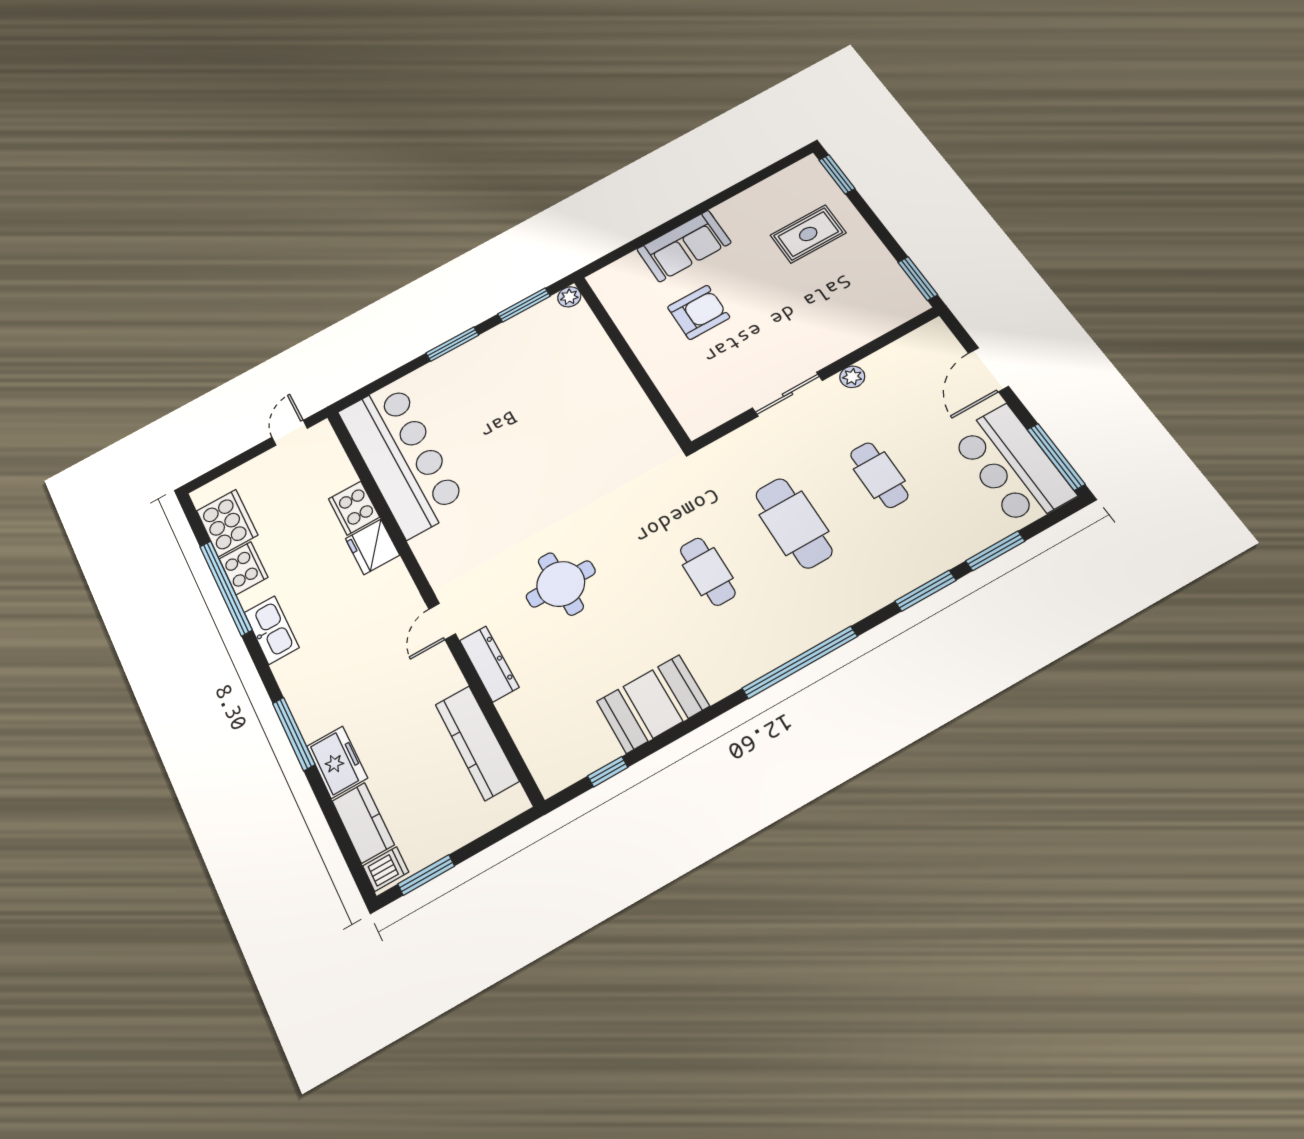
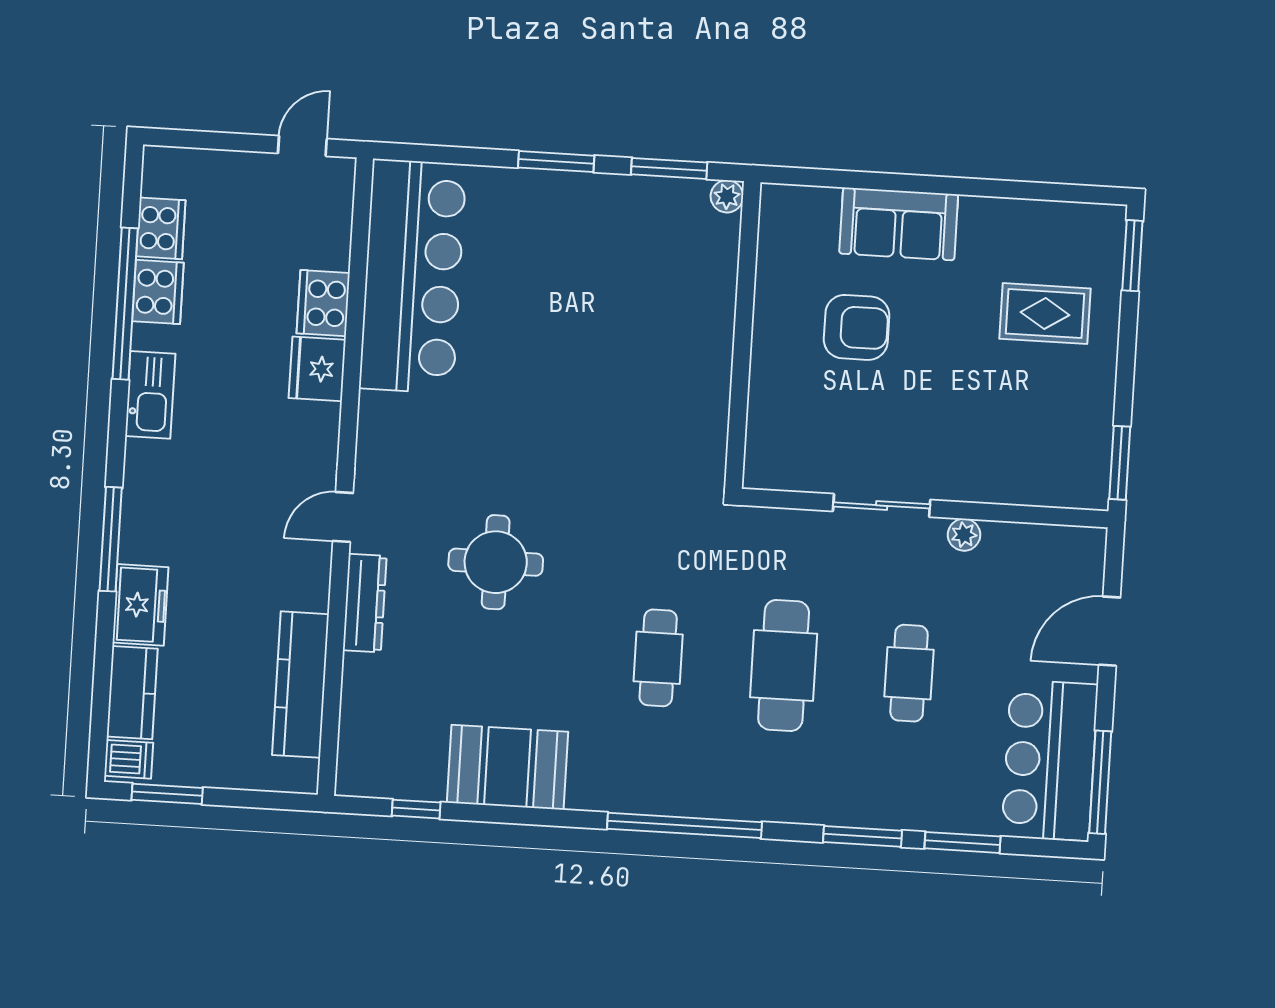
cooker: (227, 523) -> (161, 228), width x0.73, depth x0.76

